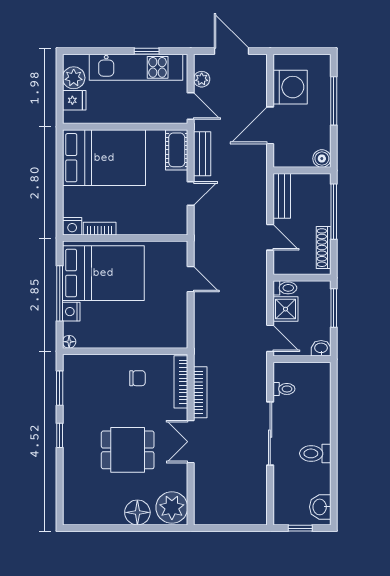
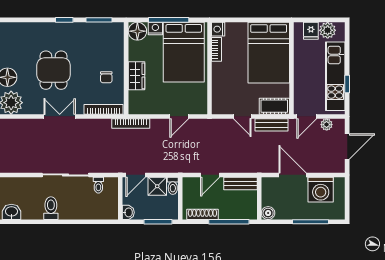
wardrobe: (135, 337) -> (137, 76), added
floor lamp: (69, 342) -> (137, 31), width x1.89, depth x1.89
bookcase: (200, 392) -> (131, 123), moved

